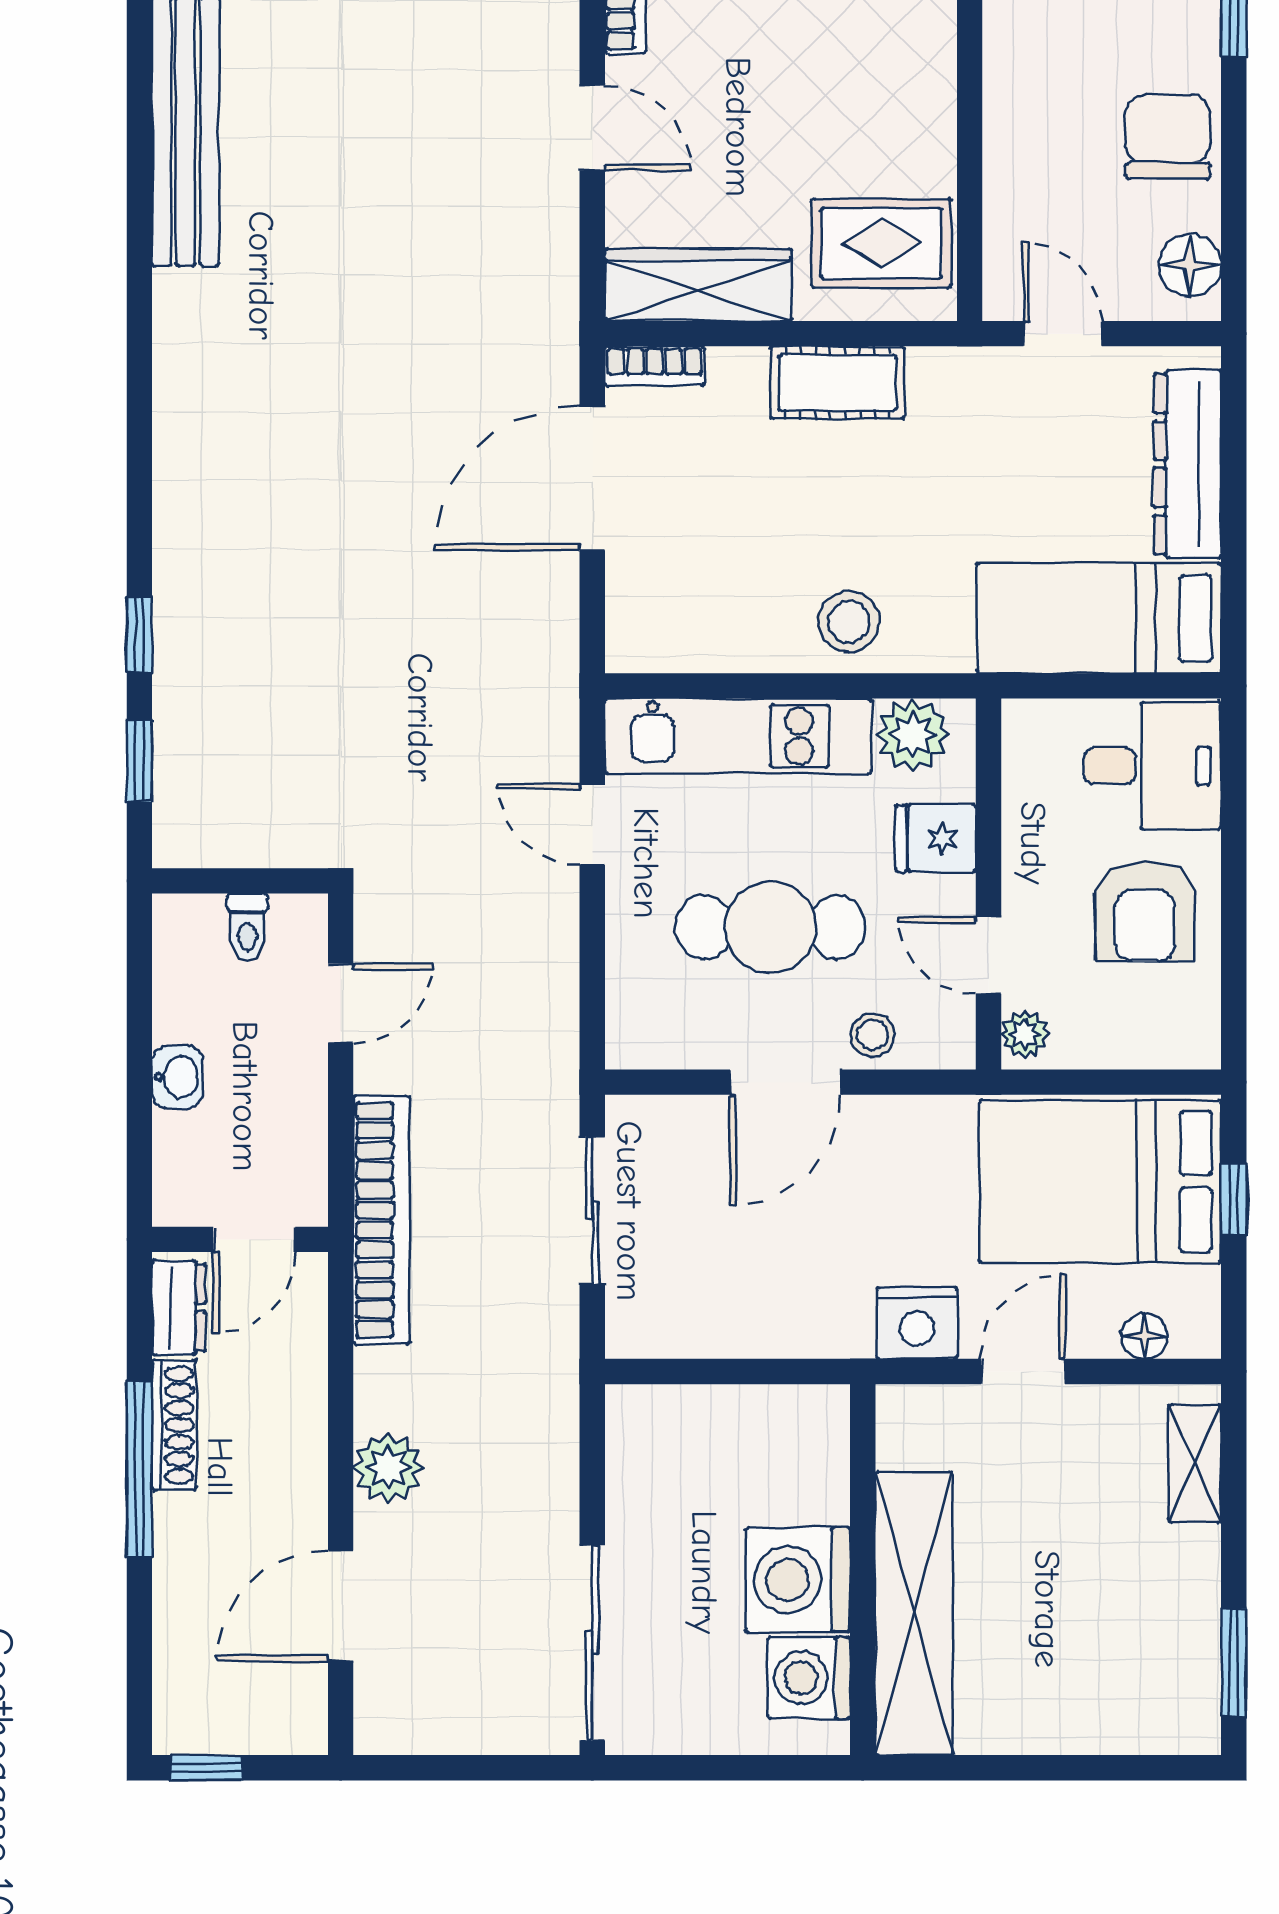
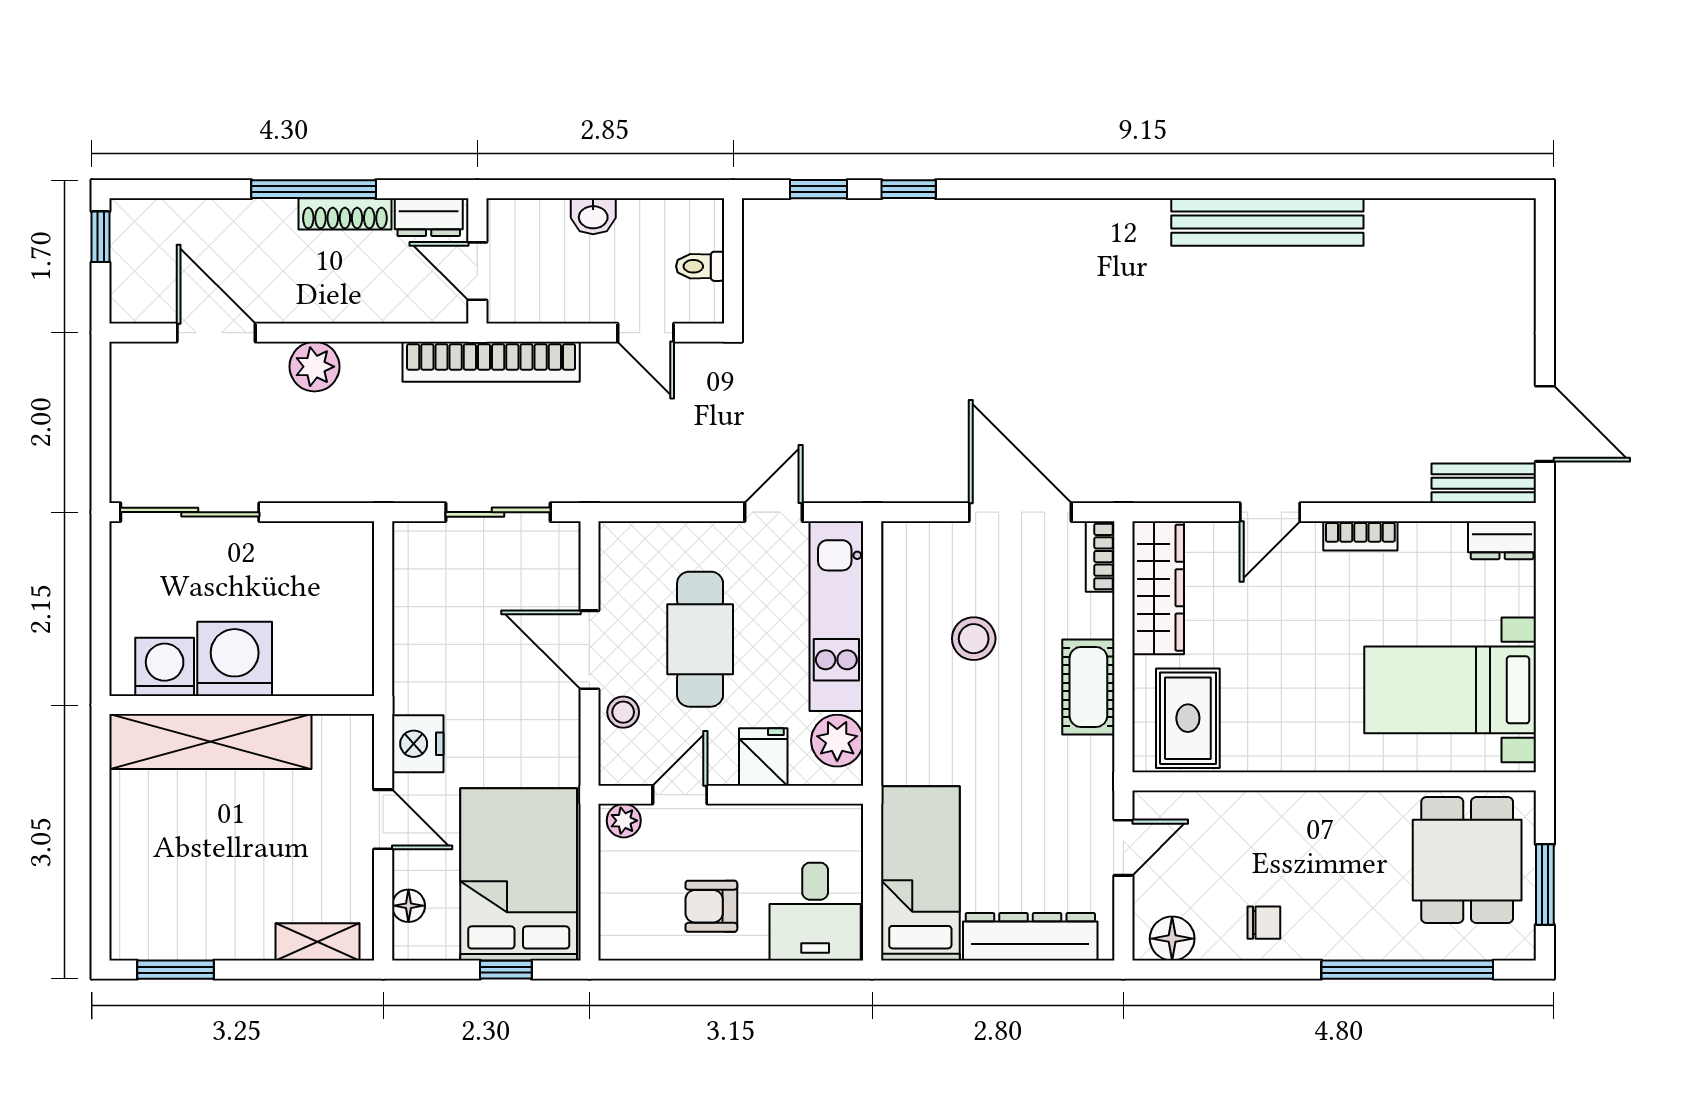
chair: (1168, 136) -> (1264, 923), width x0.54, depth x0.54
stool: (849, 622) -> (974, 639), moved
armchair: (1145, 911) -> (711, 906), width x0.72, depth x0.72

